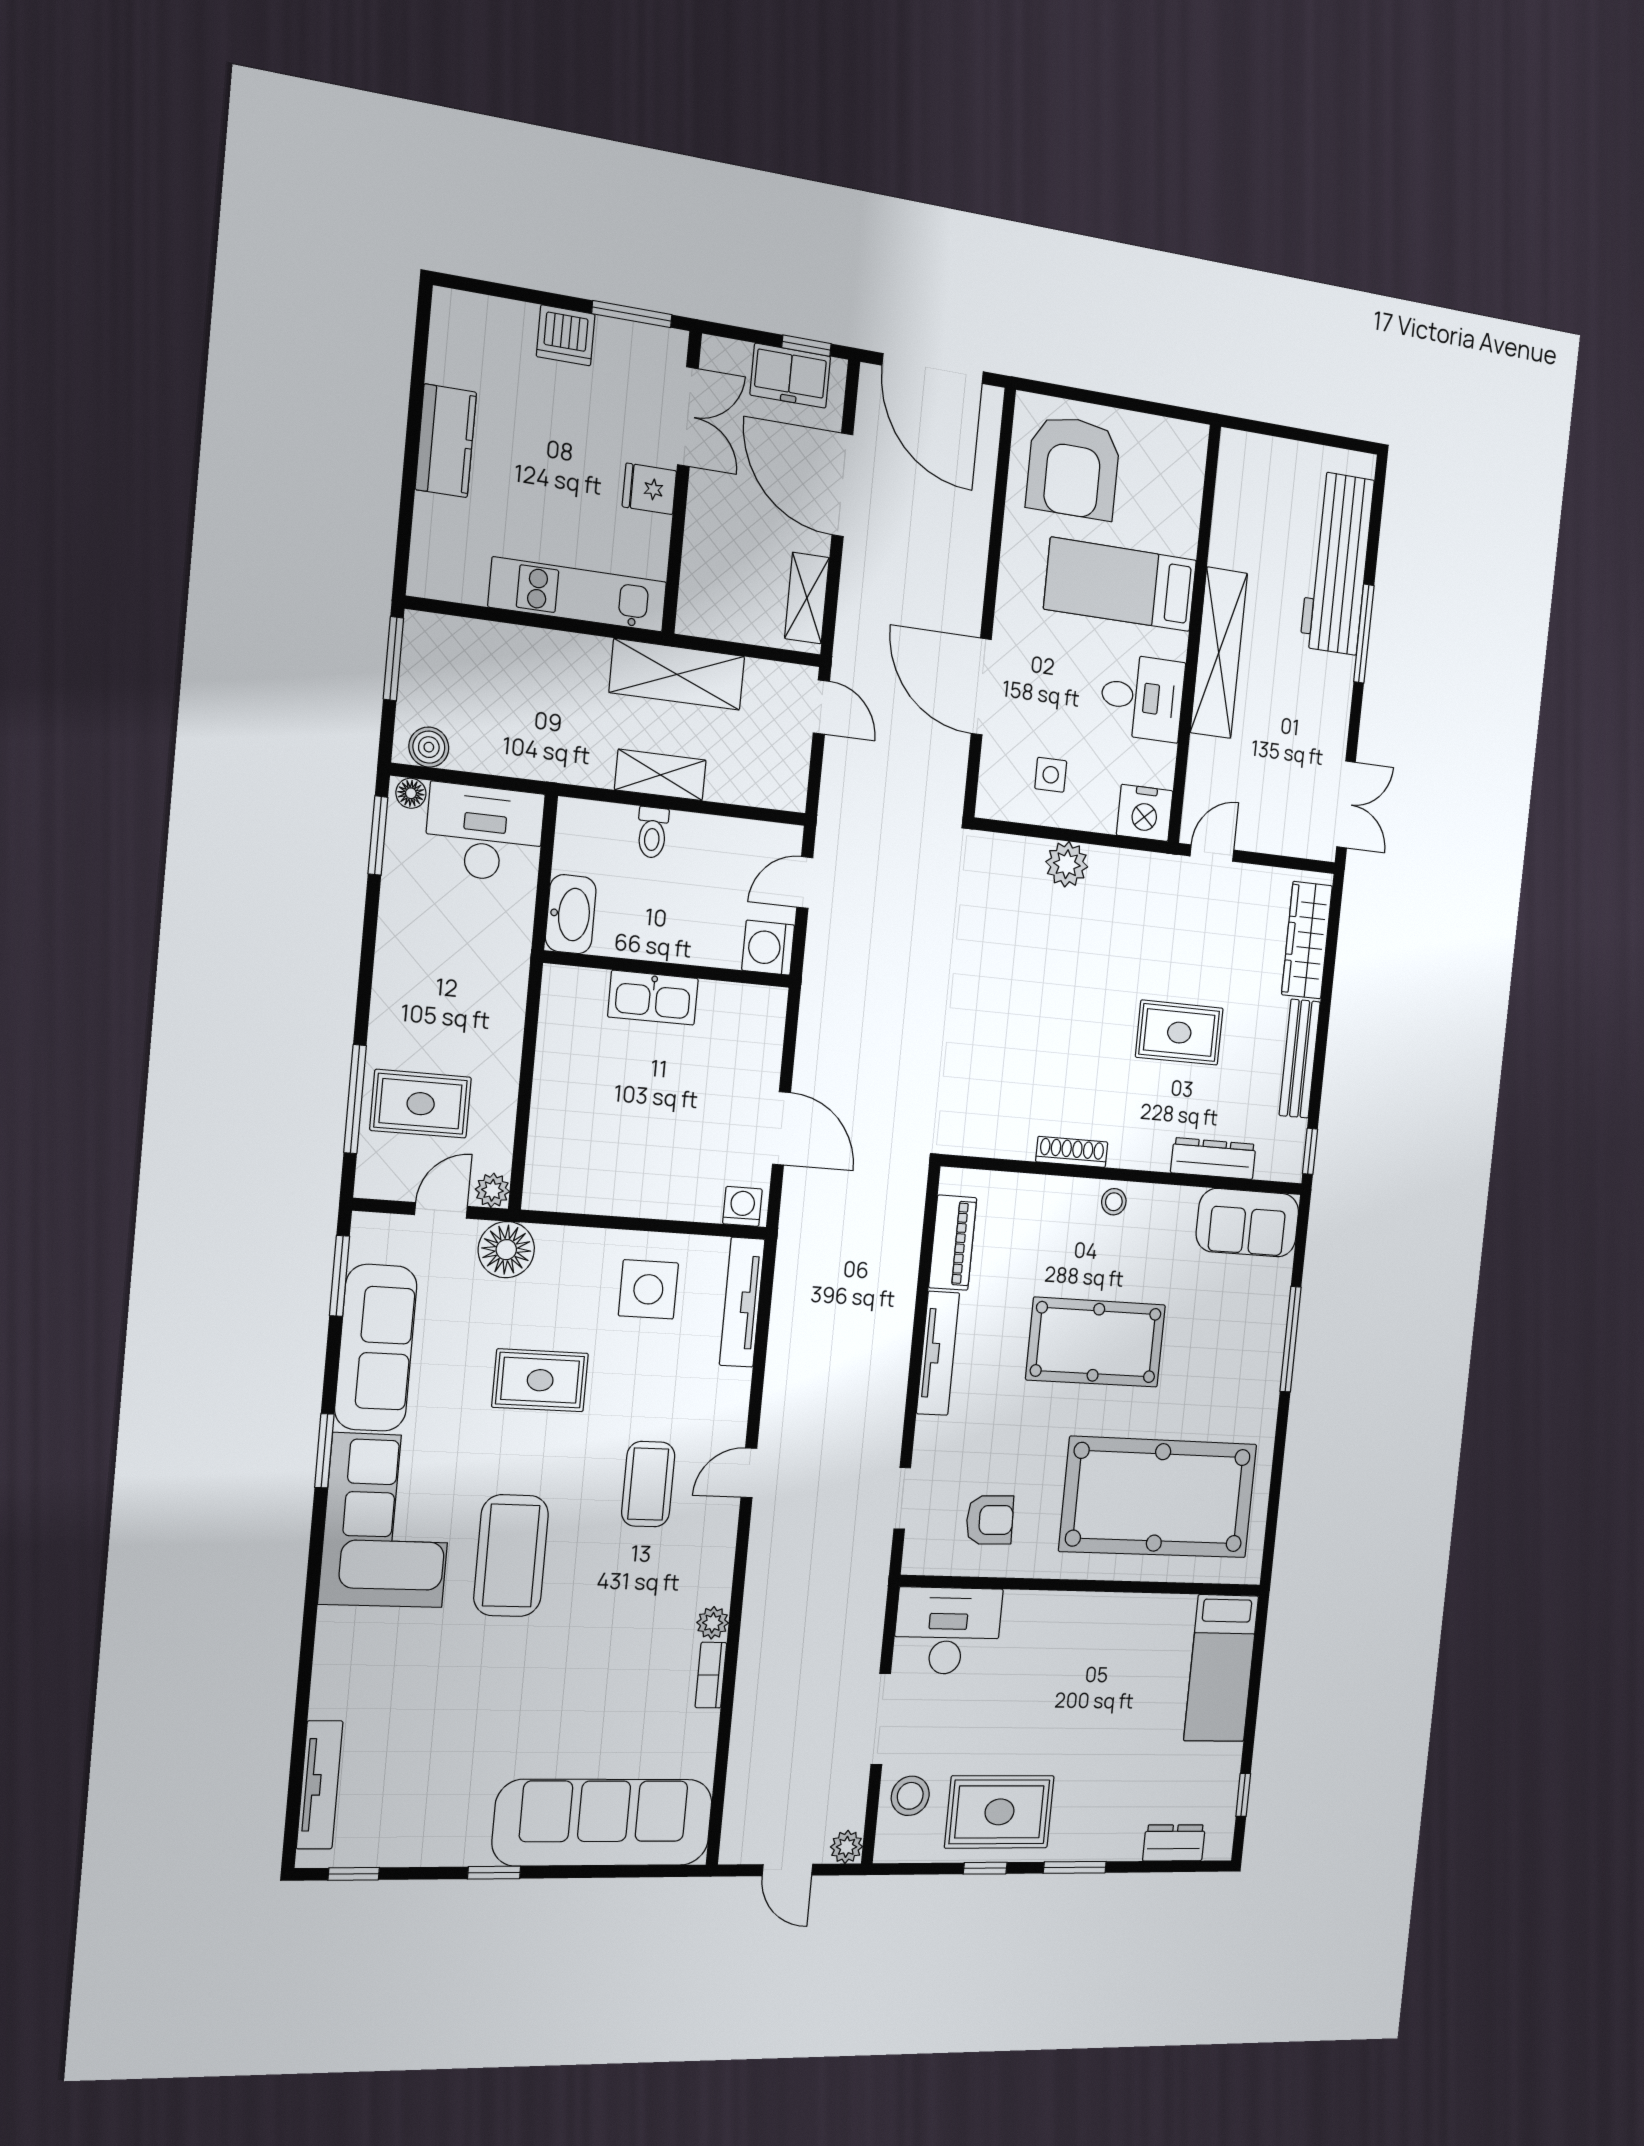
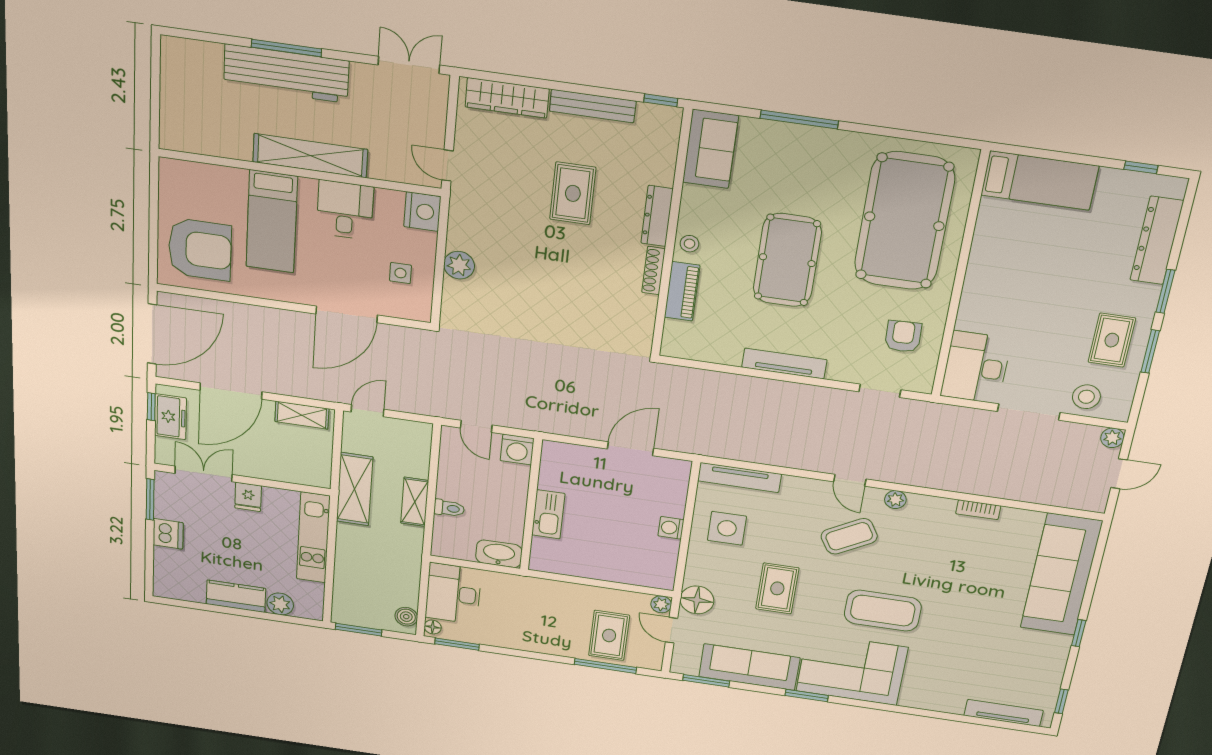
plant: (436, 520) -> (280, 604), added
workbench: (1337, 563) -> (286, 74), moved
dresser: (1213, 1159) -> (657, 216), moved
washing machine: (742, 1206) -> (671, 528), moved
piano: (953, 1243) -> (682, 291), moved, turned 90
coffee table: (648, 1484) -> (849, 536), turned -30
plant: (713, 1623) -> (895, 500), moved
rug: (999, 1812) -> (1112, 340), width x0.73, depth x0.70
dresser: (1174, 1843) -> (1157, 241), width x1.96, depth x1.24
window: (985, 1868) -> (1150, 351), width x1.50

